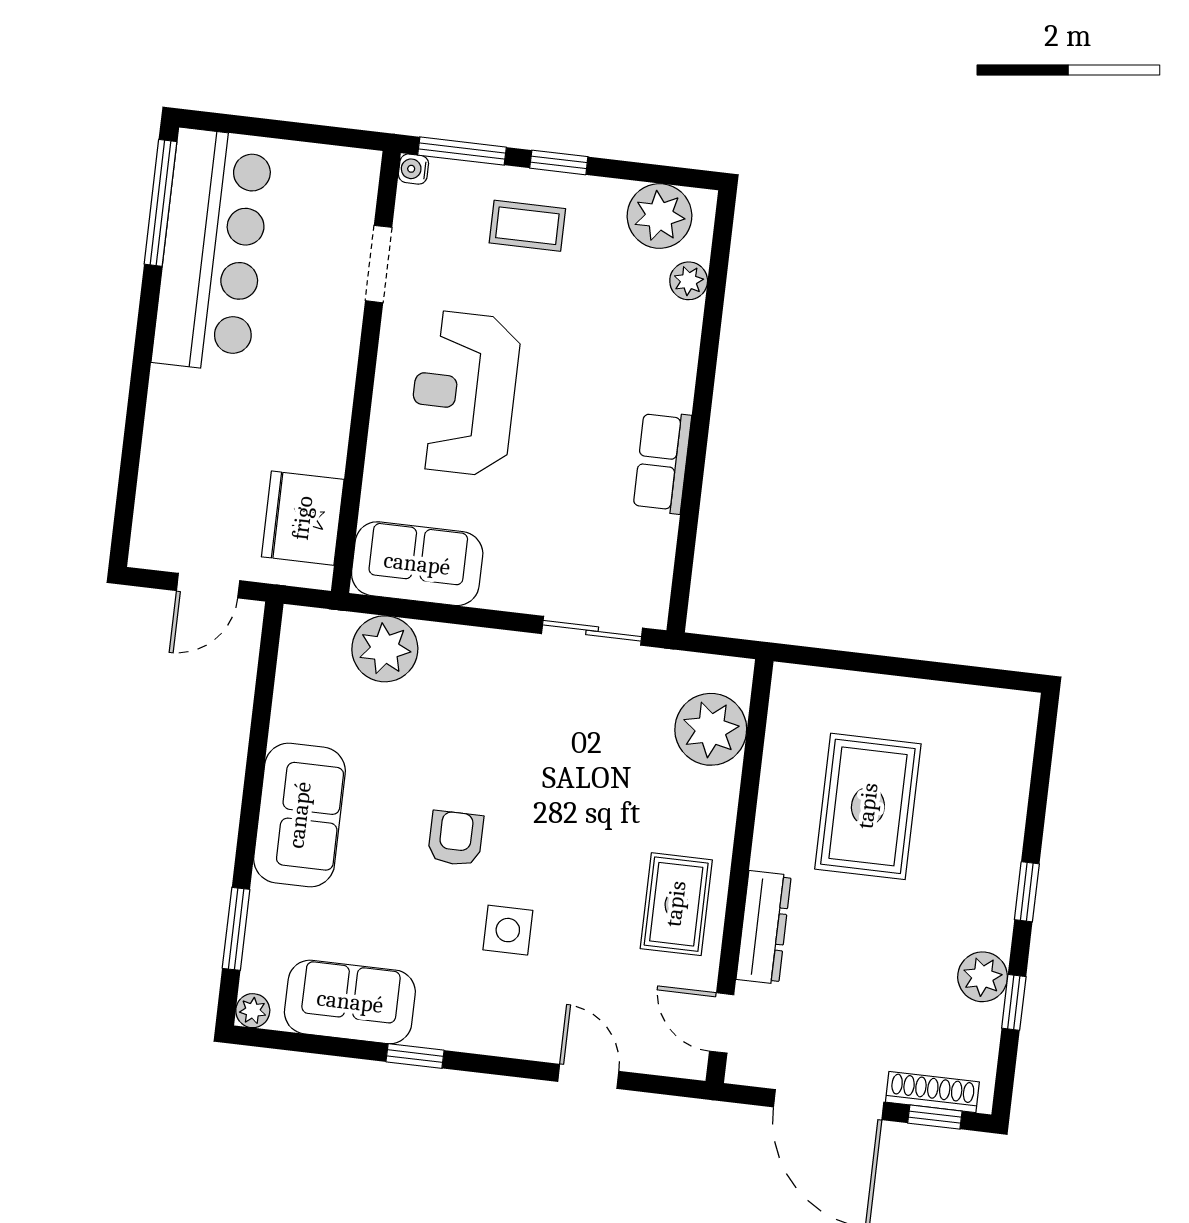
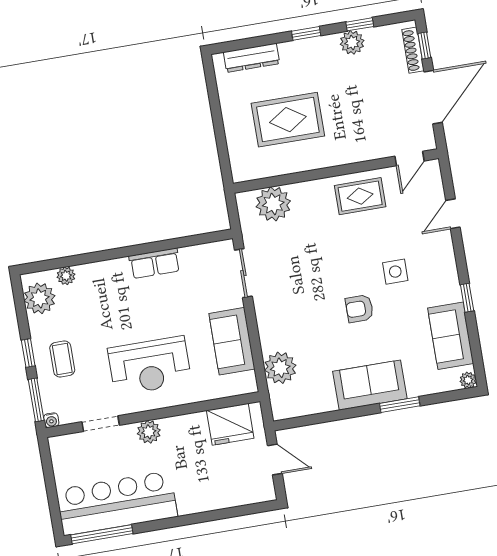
plant: (335, 354) -> (149, 432), added
sofa: (417, 564) -> (232, 341), moved
dresser: (764, 927) -> (251, 58), moved, turned 180
window: (236, 929) -> (400, 405), moved

